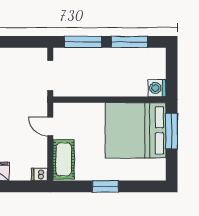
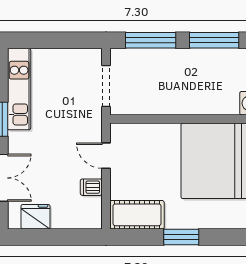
cot: (64, 159) -> (137, 215), moved, turned 90
dishwasher: (39, 174) -> (91, 187), moved

